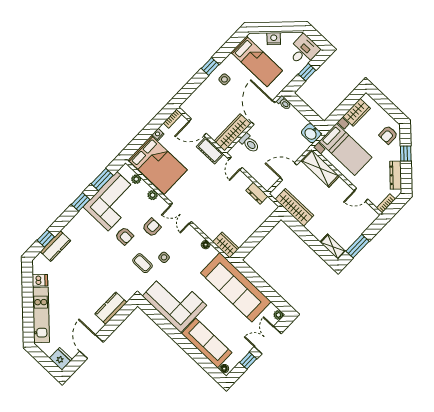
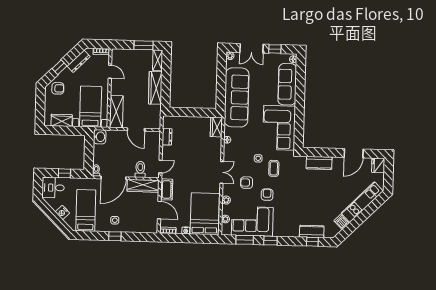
wardrobe: (294, 207) -> (155, 88), moved

